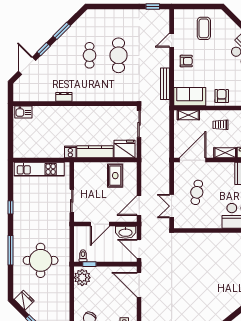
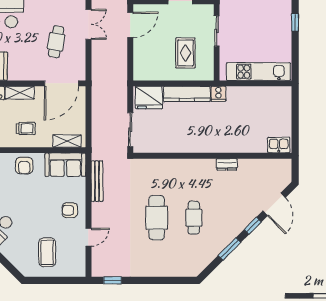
rug: (115, 176) -> (185, 53), moved

